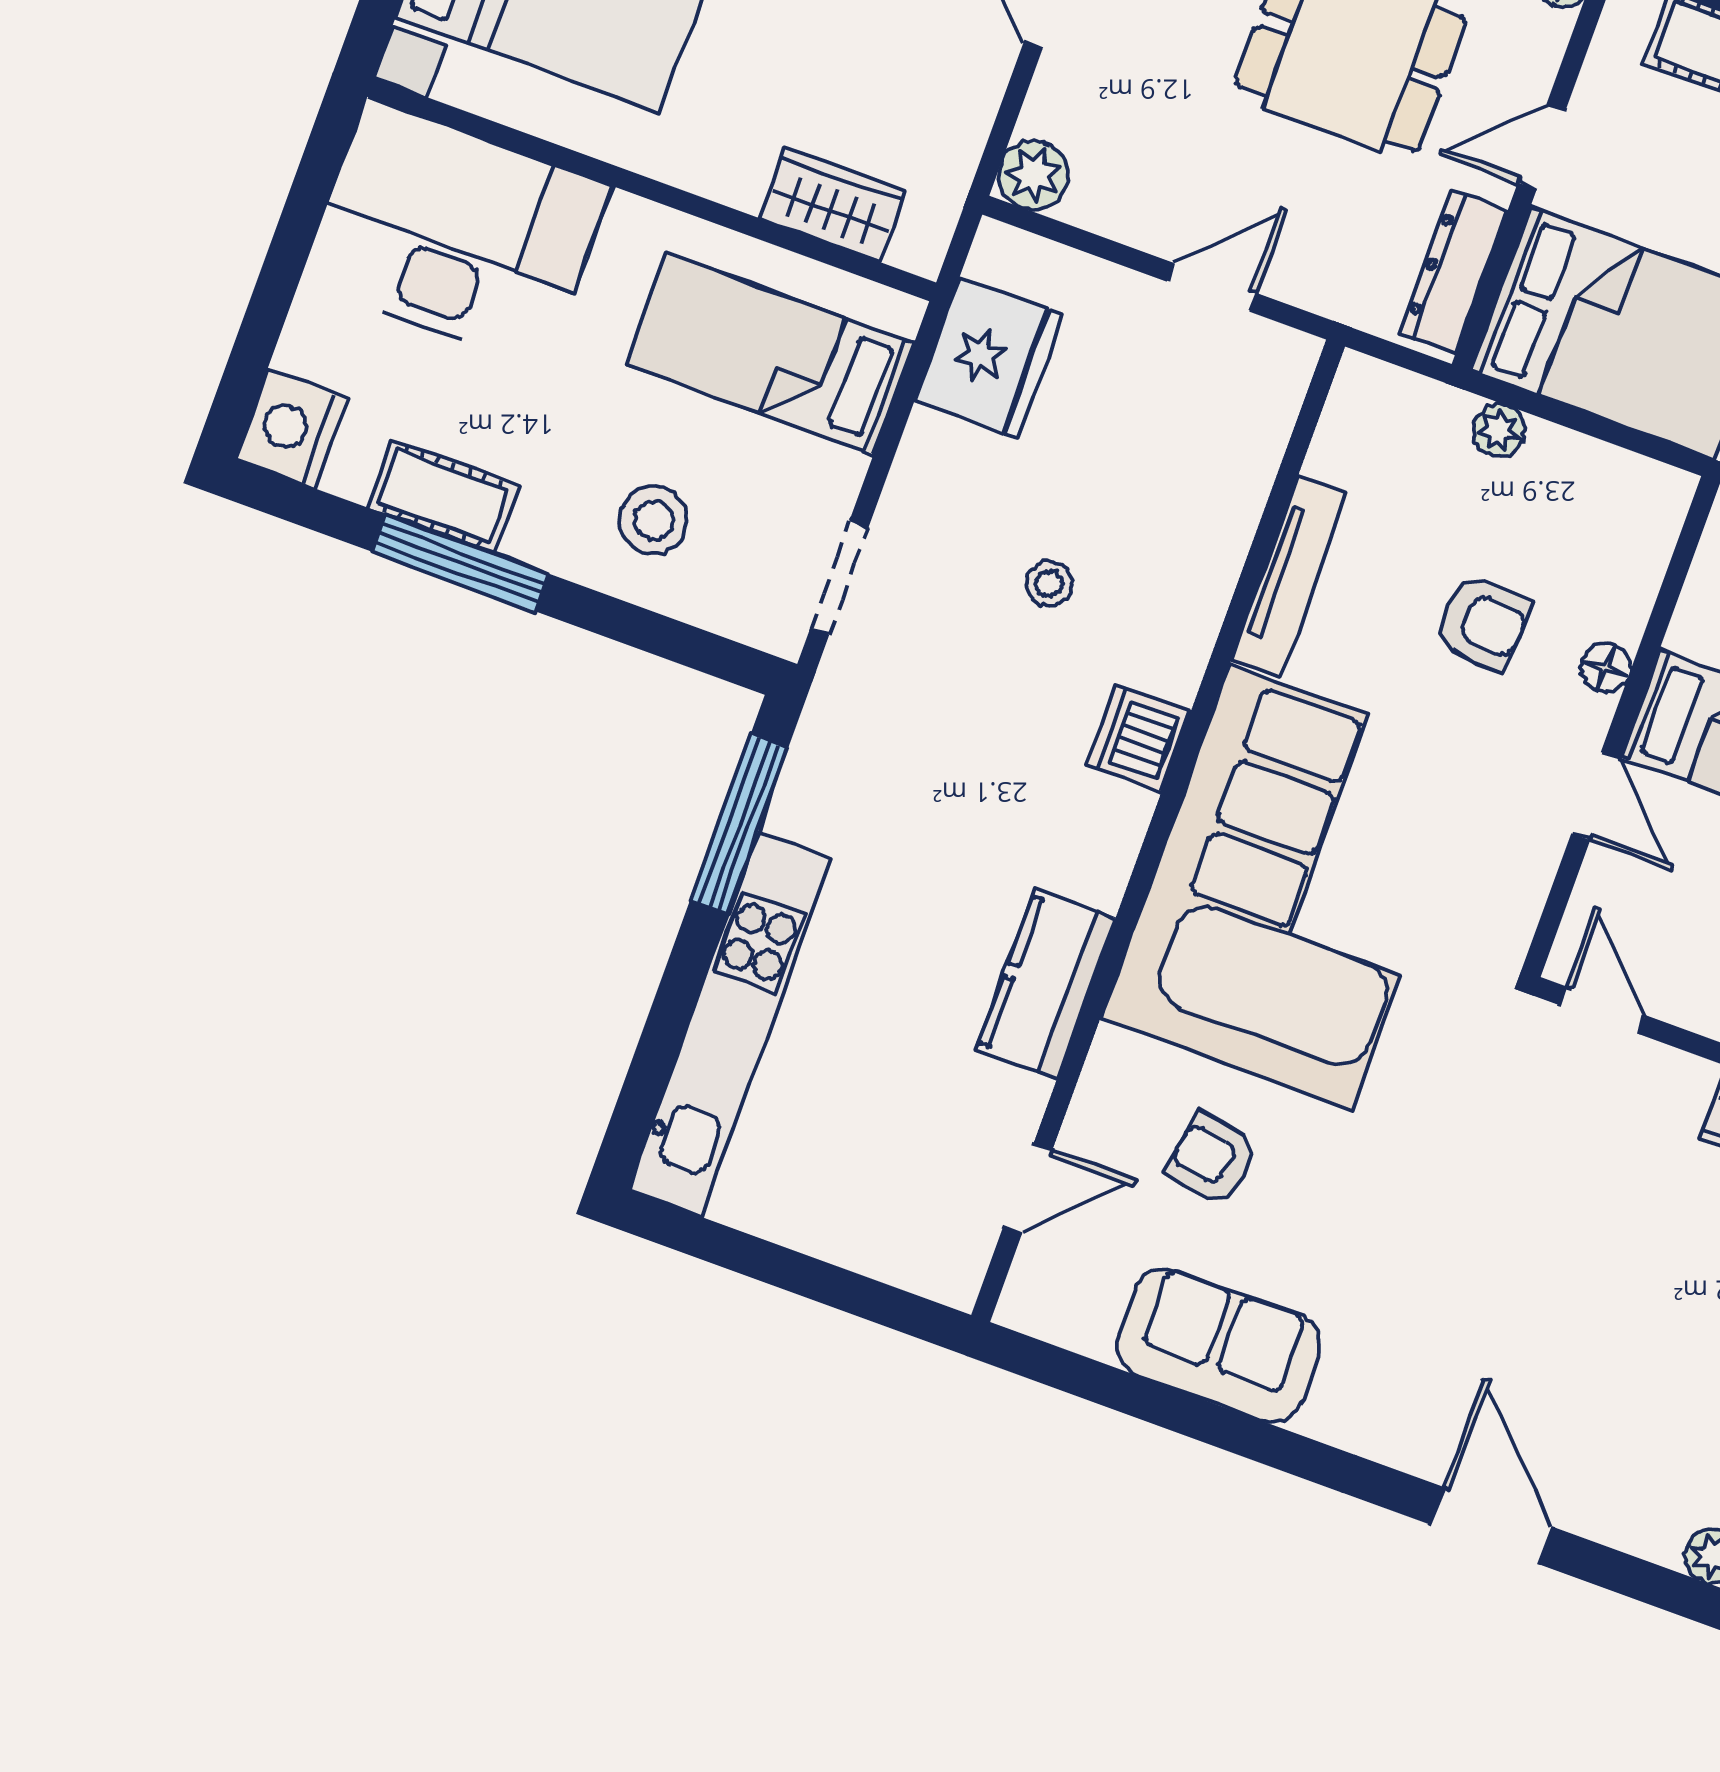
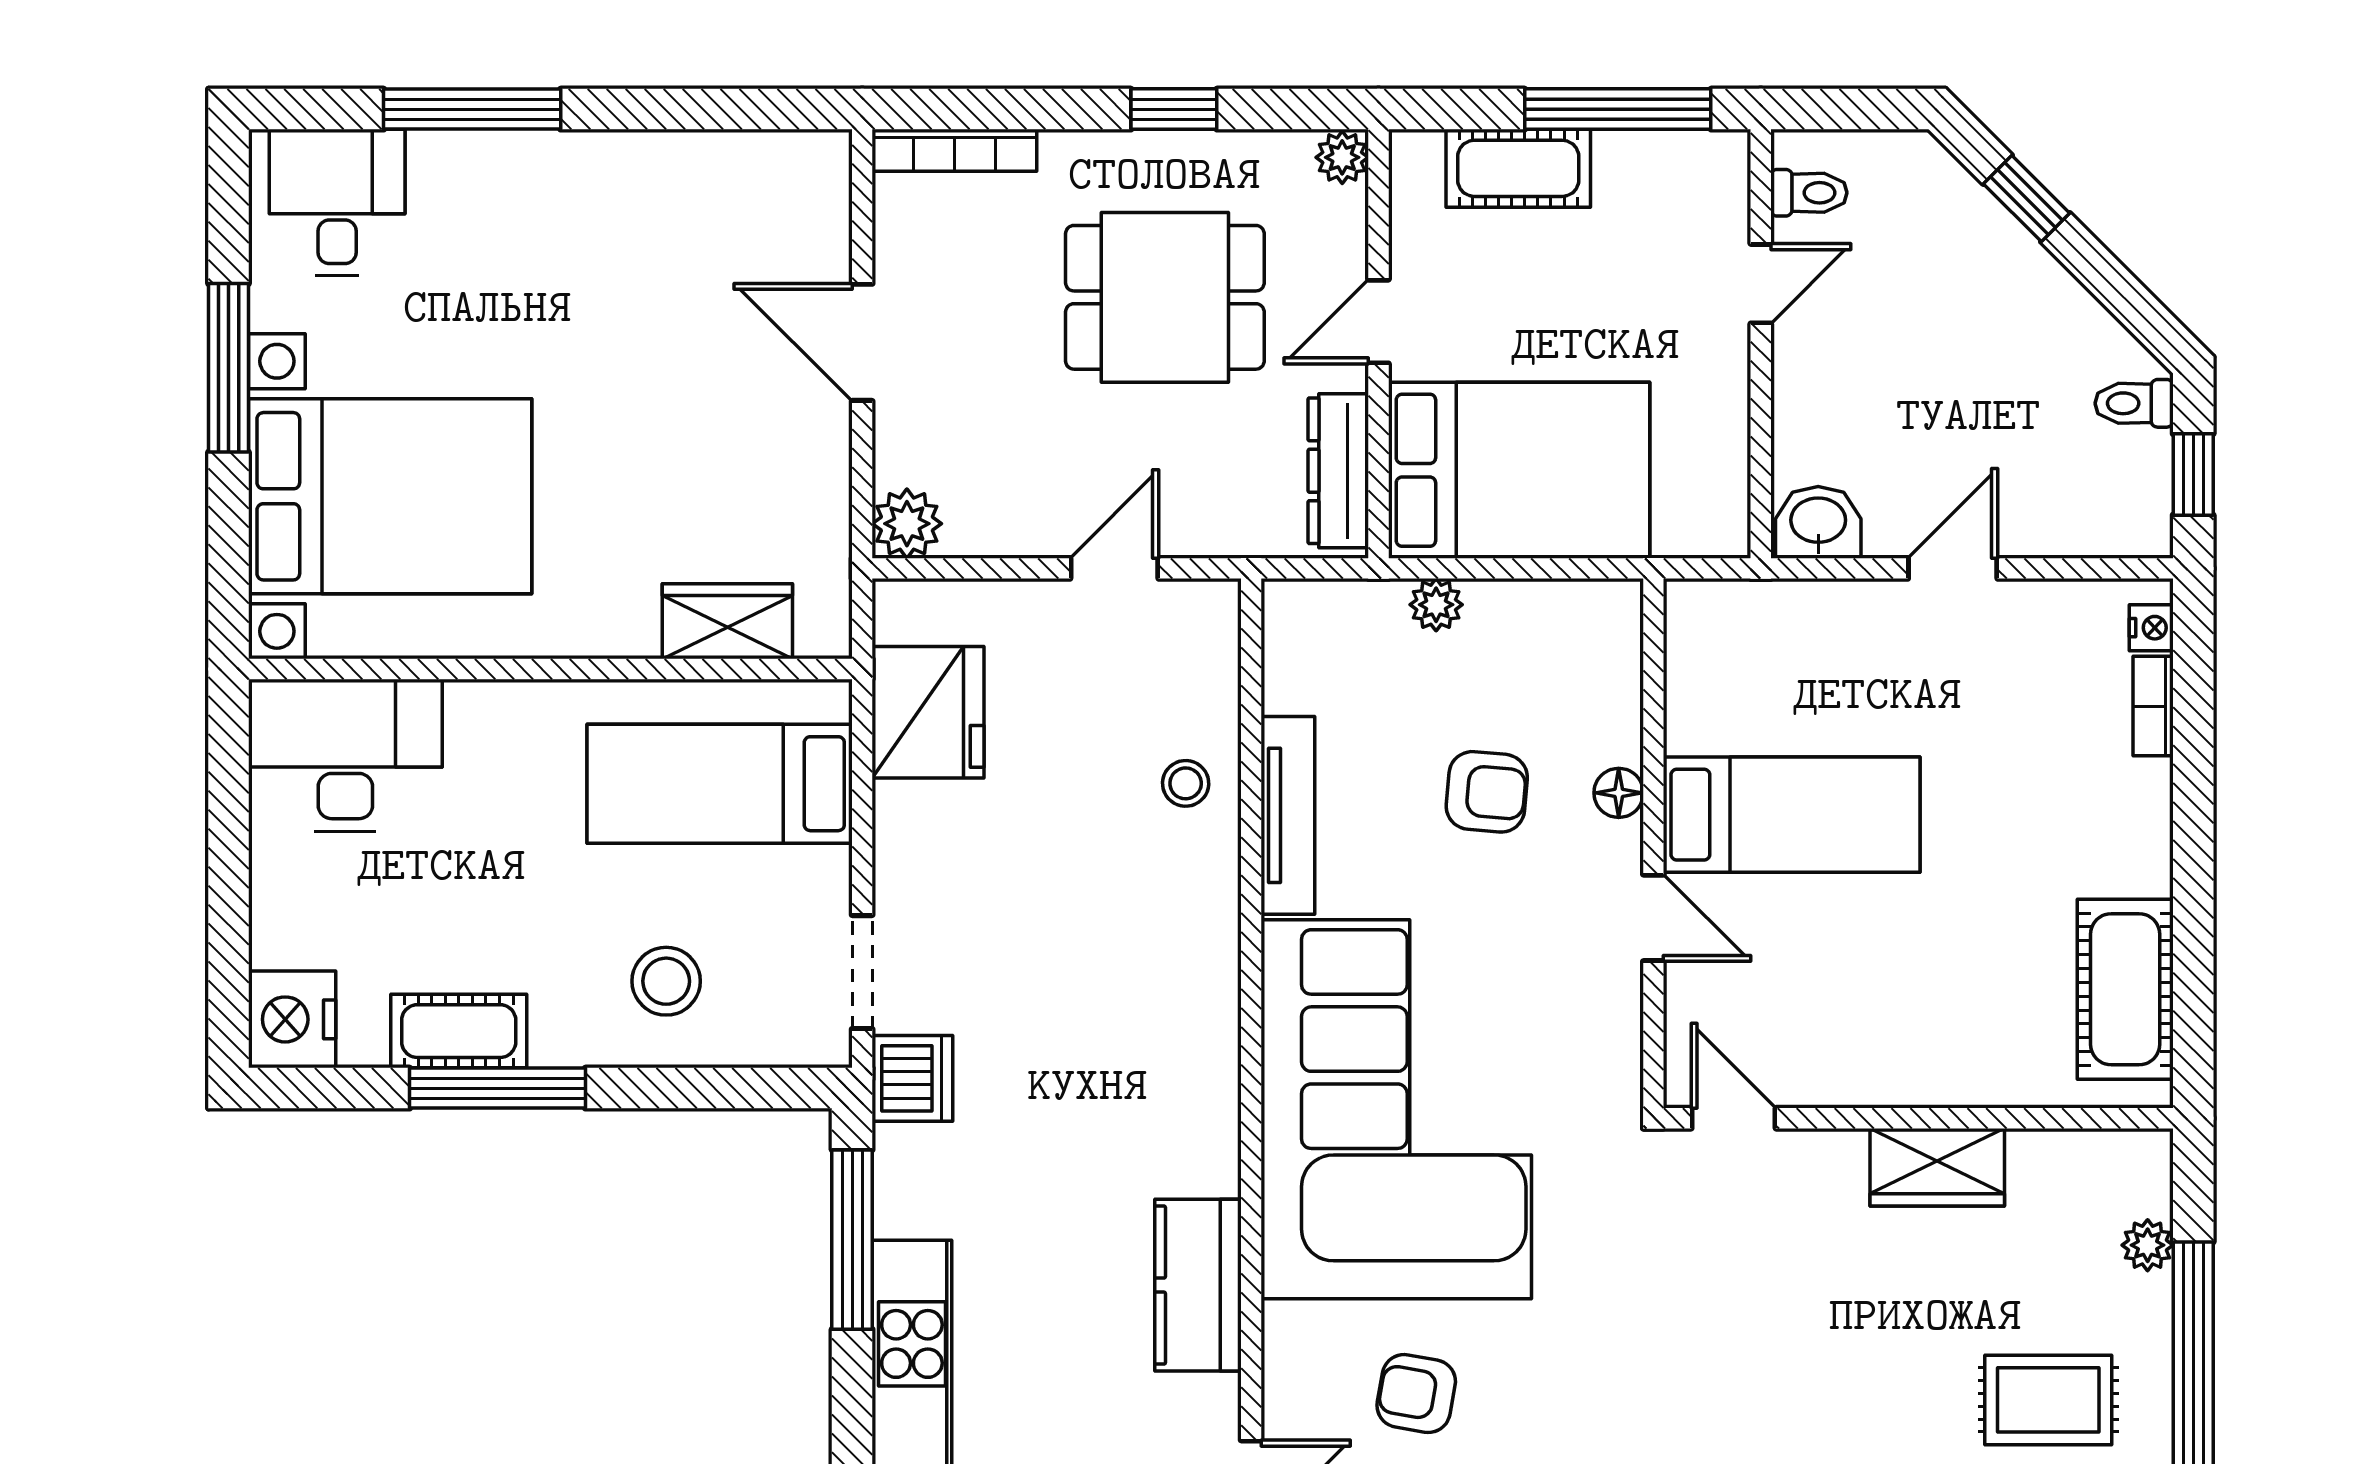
desk: (456, 234) -> (345, 755), width x0.73, depth x0.77
stool: (1049, 584) -> (1186, 783), moved
dishwasher: (1139, 738) -> (912, 1078), moved, turned 180

